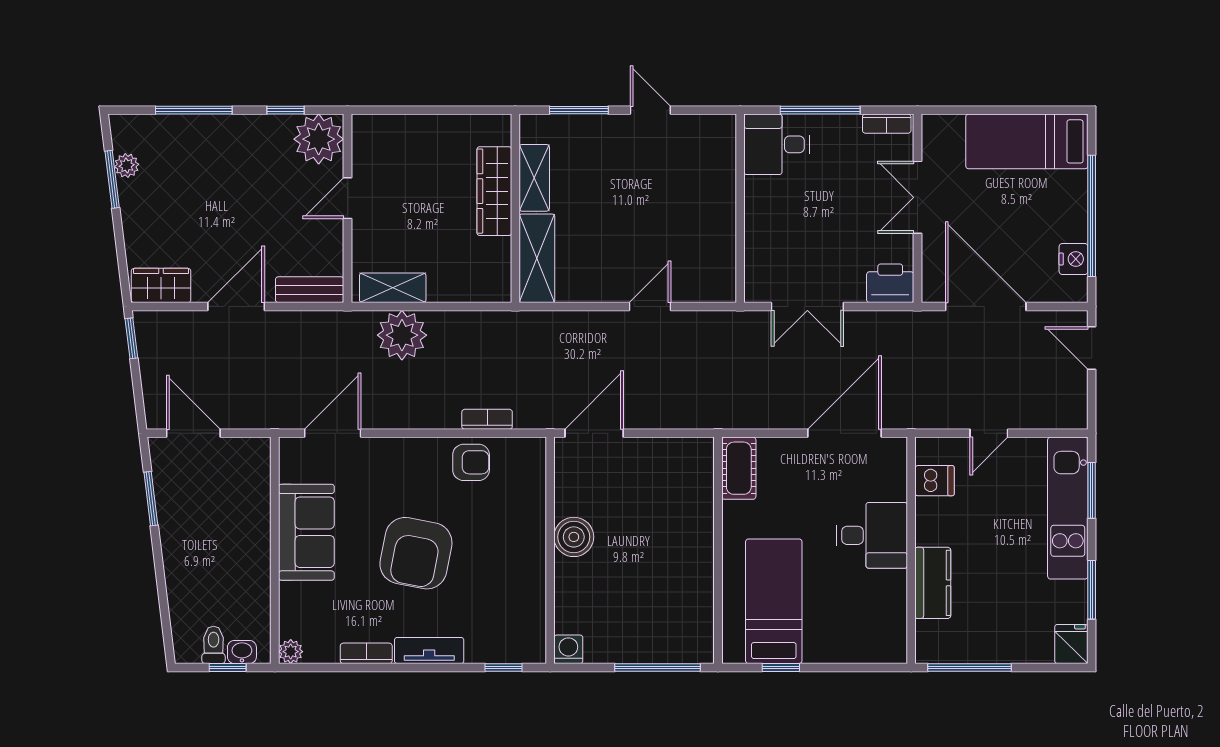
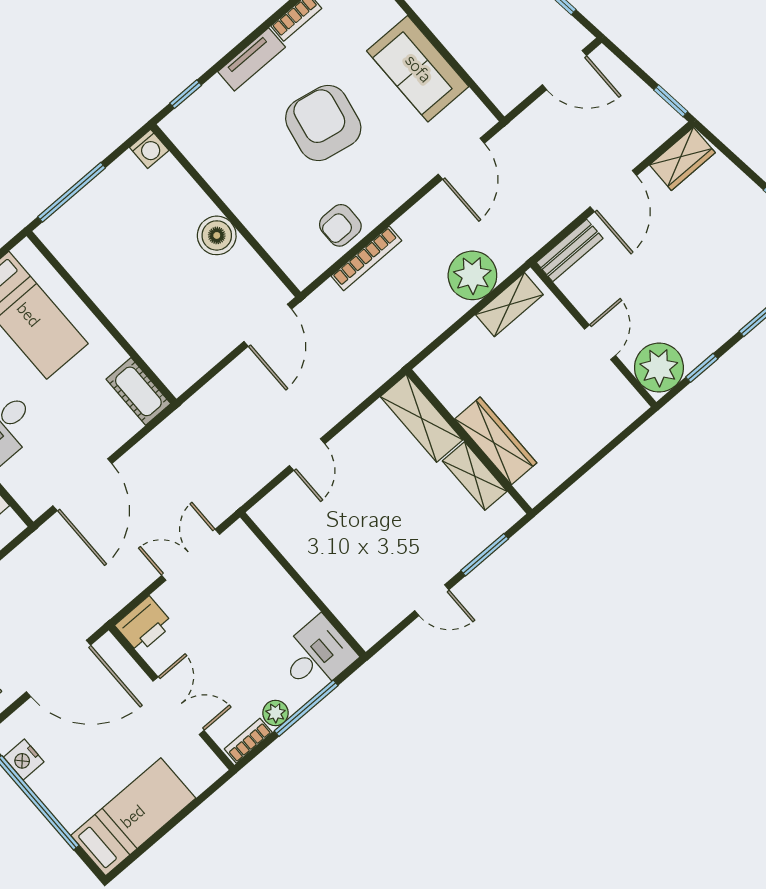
plant: (847, 127) -> (275, 713), added
bookcase: (487, 419) -> (366, 258), width x1.56

